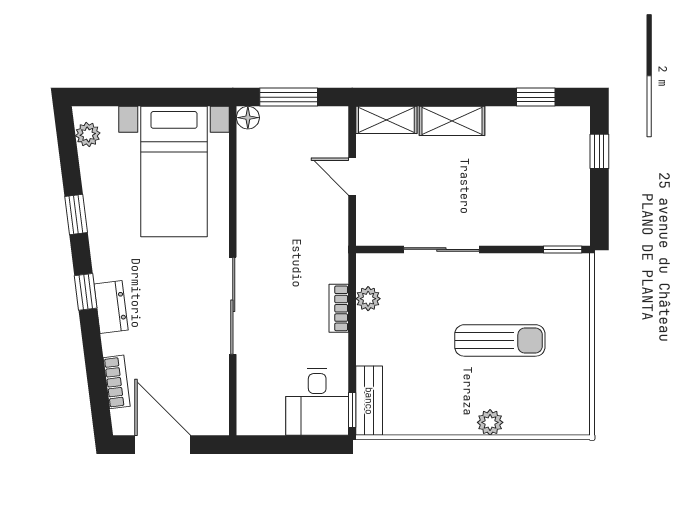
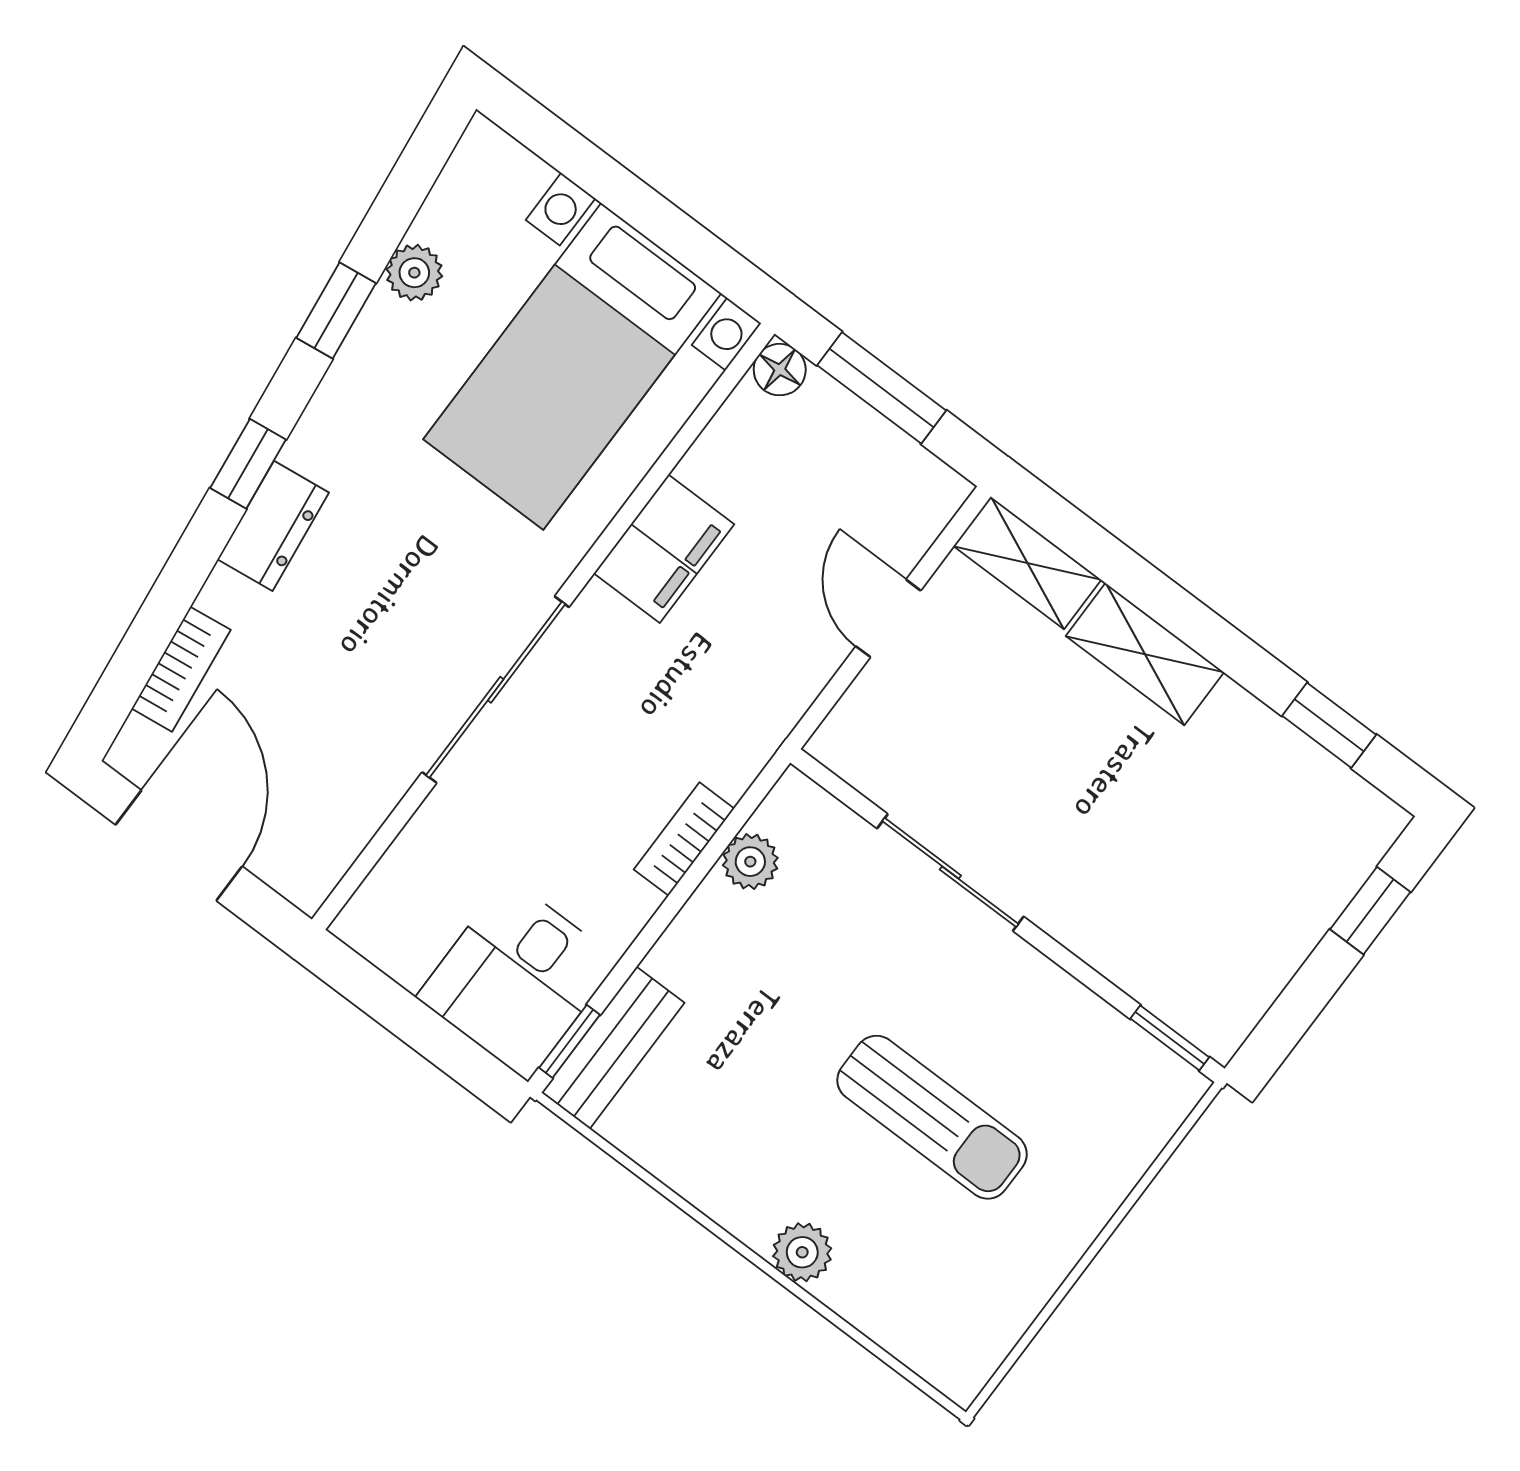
plant: (88, 134) -> (414, 273), moved
filing cabinet: (255, 211) -> (664, 549), added

